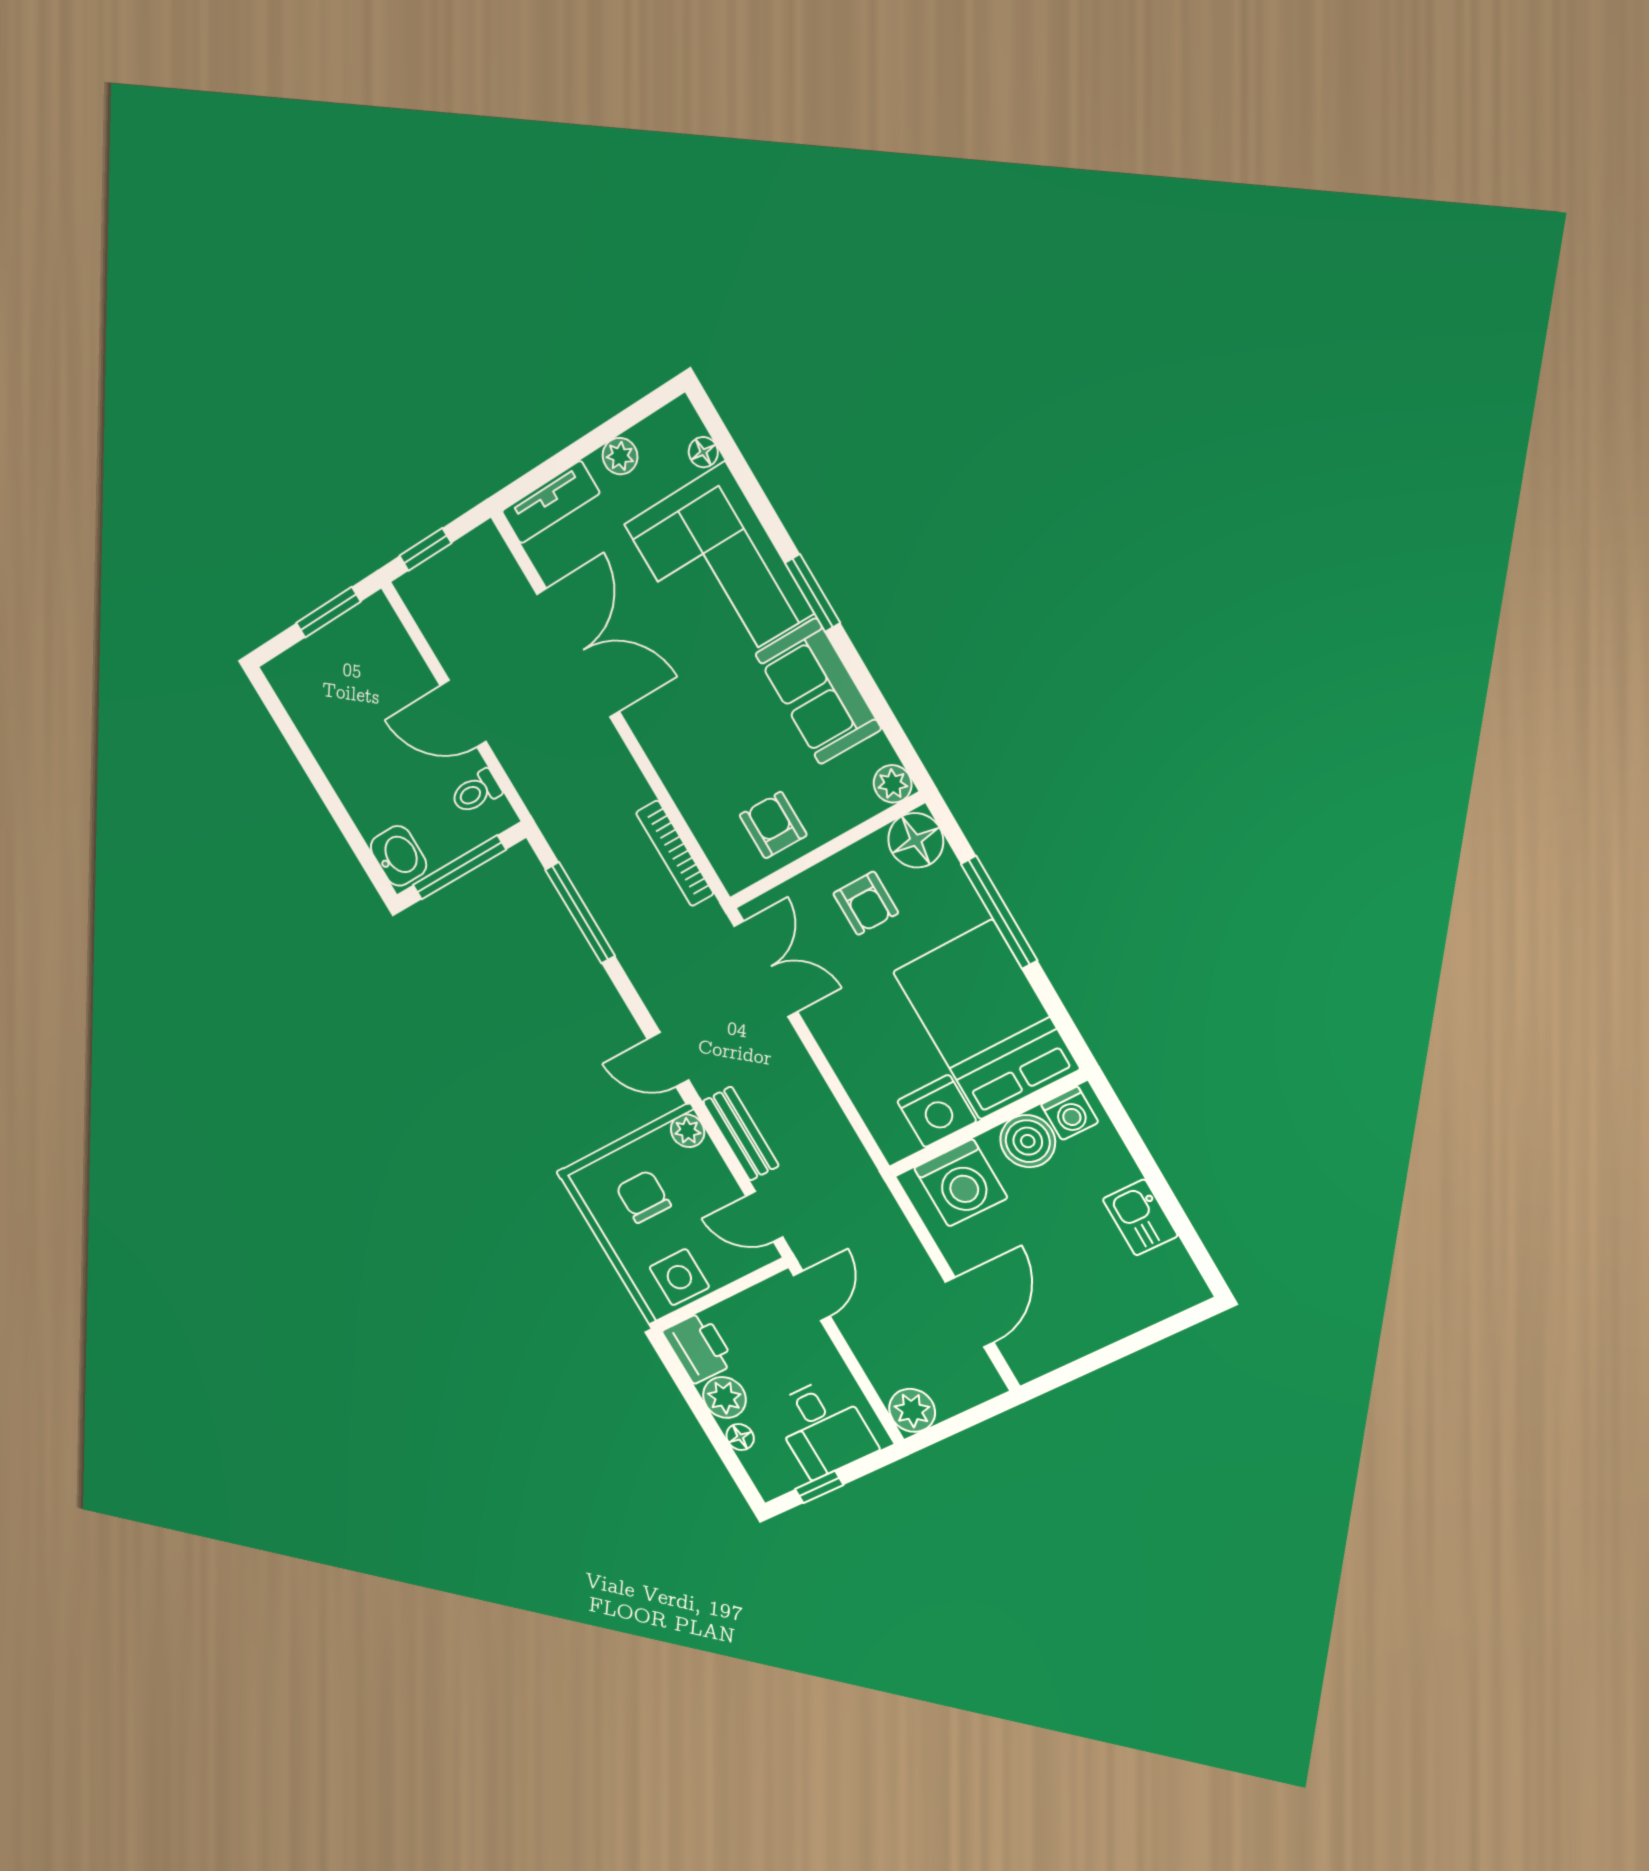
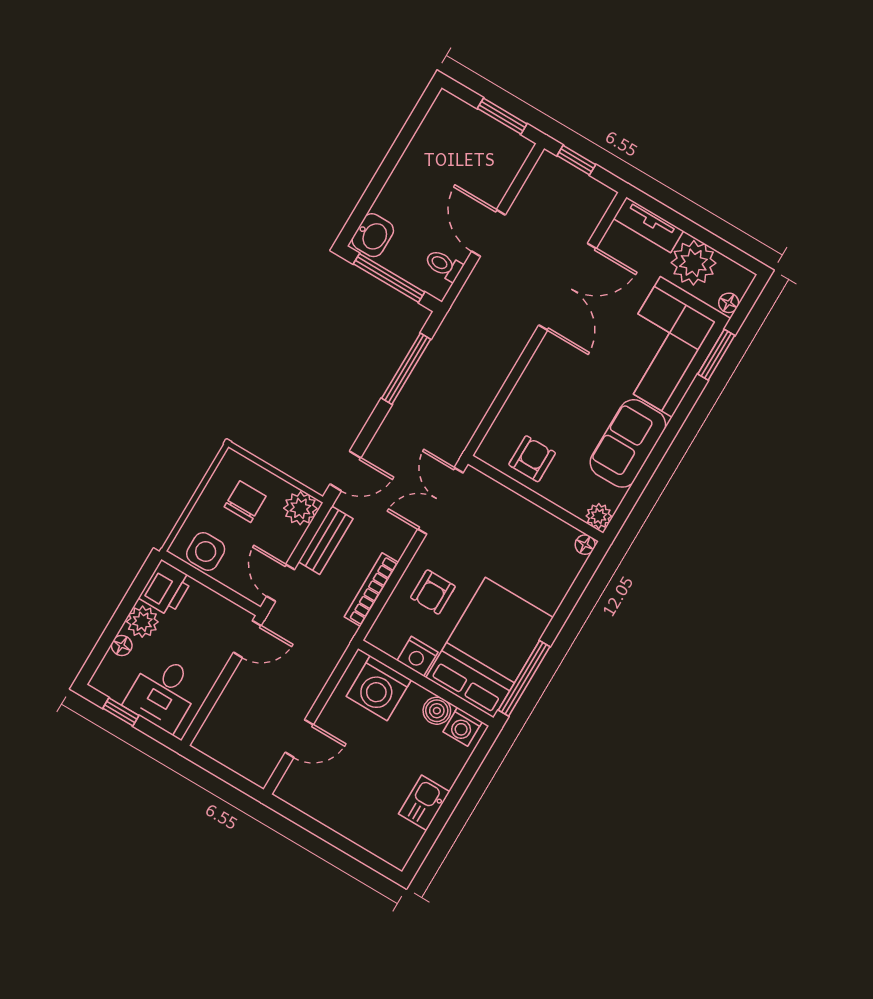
plant: (620, 456) -> (694, 263), width x1.87, depth x1.87
window: (813, 593) -> (716, 355), moved
floor lamp: (916, 840) -> (585, 545), width x0.53, depth x0.53
bookcase: (675, 853) -> (371, 590), moved
armchair: (866, 903) -> (433, 592), moved
window: (999, 912) -> (524, 678), moved
double door: (766, 969) -> (440, 501), swing flipped
door: (668, 1060) -> (345, 471), swing flipped
nightstand: (937, 1111) -> (417, 656), width x0.74, depth x0.75
plant: (688, 1131) -> (300, 508), width x1.38, depth x1.38
boiler: (1028, 1141) -> (437, 711), width x0.73, depth x0.73
door: (970, 1312) -> (299, 739), width x0.73
plant: (912, 1410) -> (212, 740), removed

